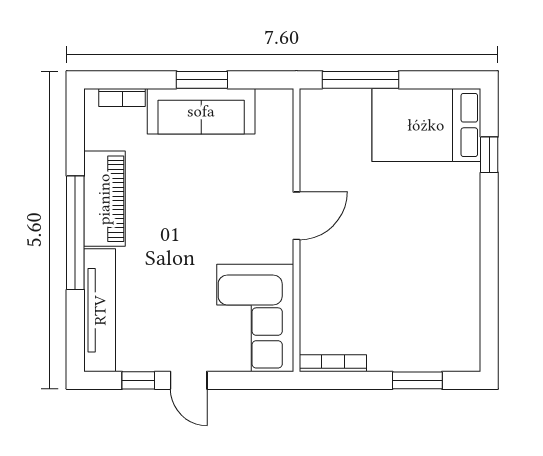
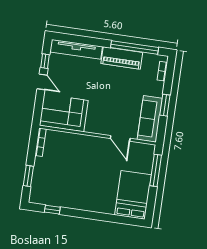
sofa: (201, 111) -> (150, 119), moved
window: (489, 155) -> (52, 210), moved
door: (296, 216) -> (120, 138), moved
window: (75, 233) -> (135, 48), moved
door: (189, 380) -> (42, 82), swing flipped

